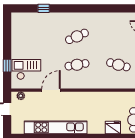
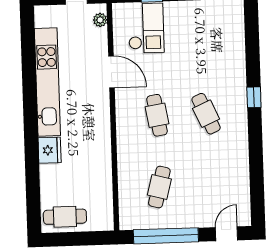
window: (44, 8) -> (254, 97), moved
fridge: (113, 127) -> (50, 150), moved

